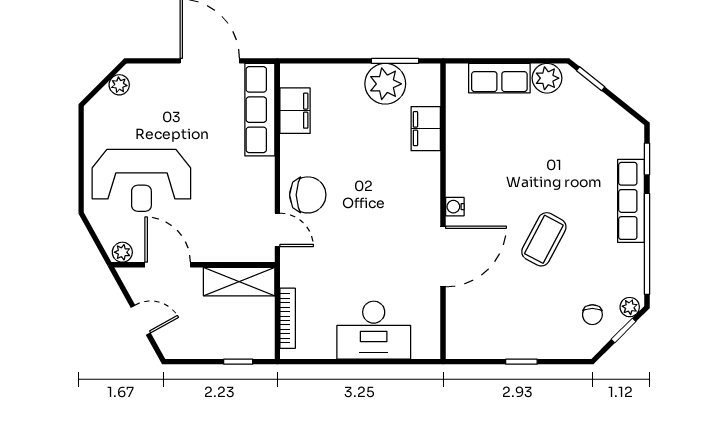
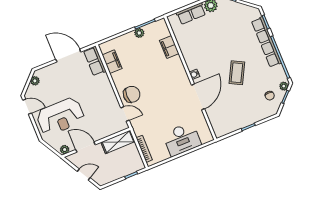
plant: (385, 84) -> (139, 33), width x0.53, depth x0.53
row of seats: (260, 110) -> (95, 61), width x0.68
door: (81, 132) -> (27, 107), added
row of seats: (631, 201) -> (266, 42), width x1.36

